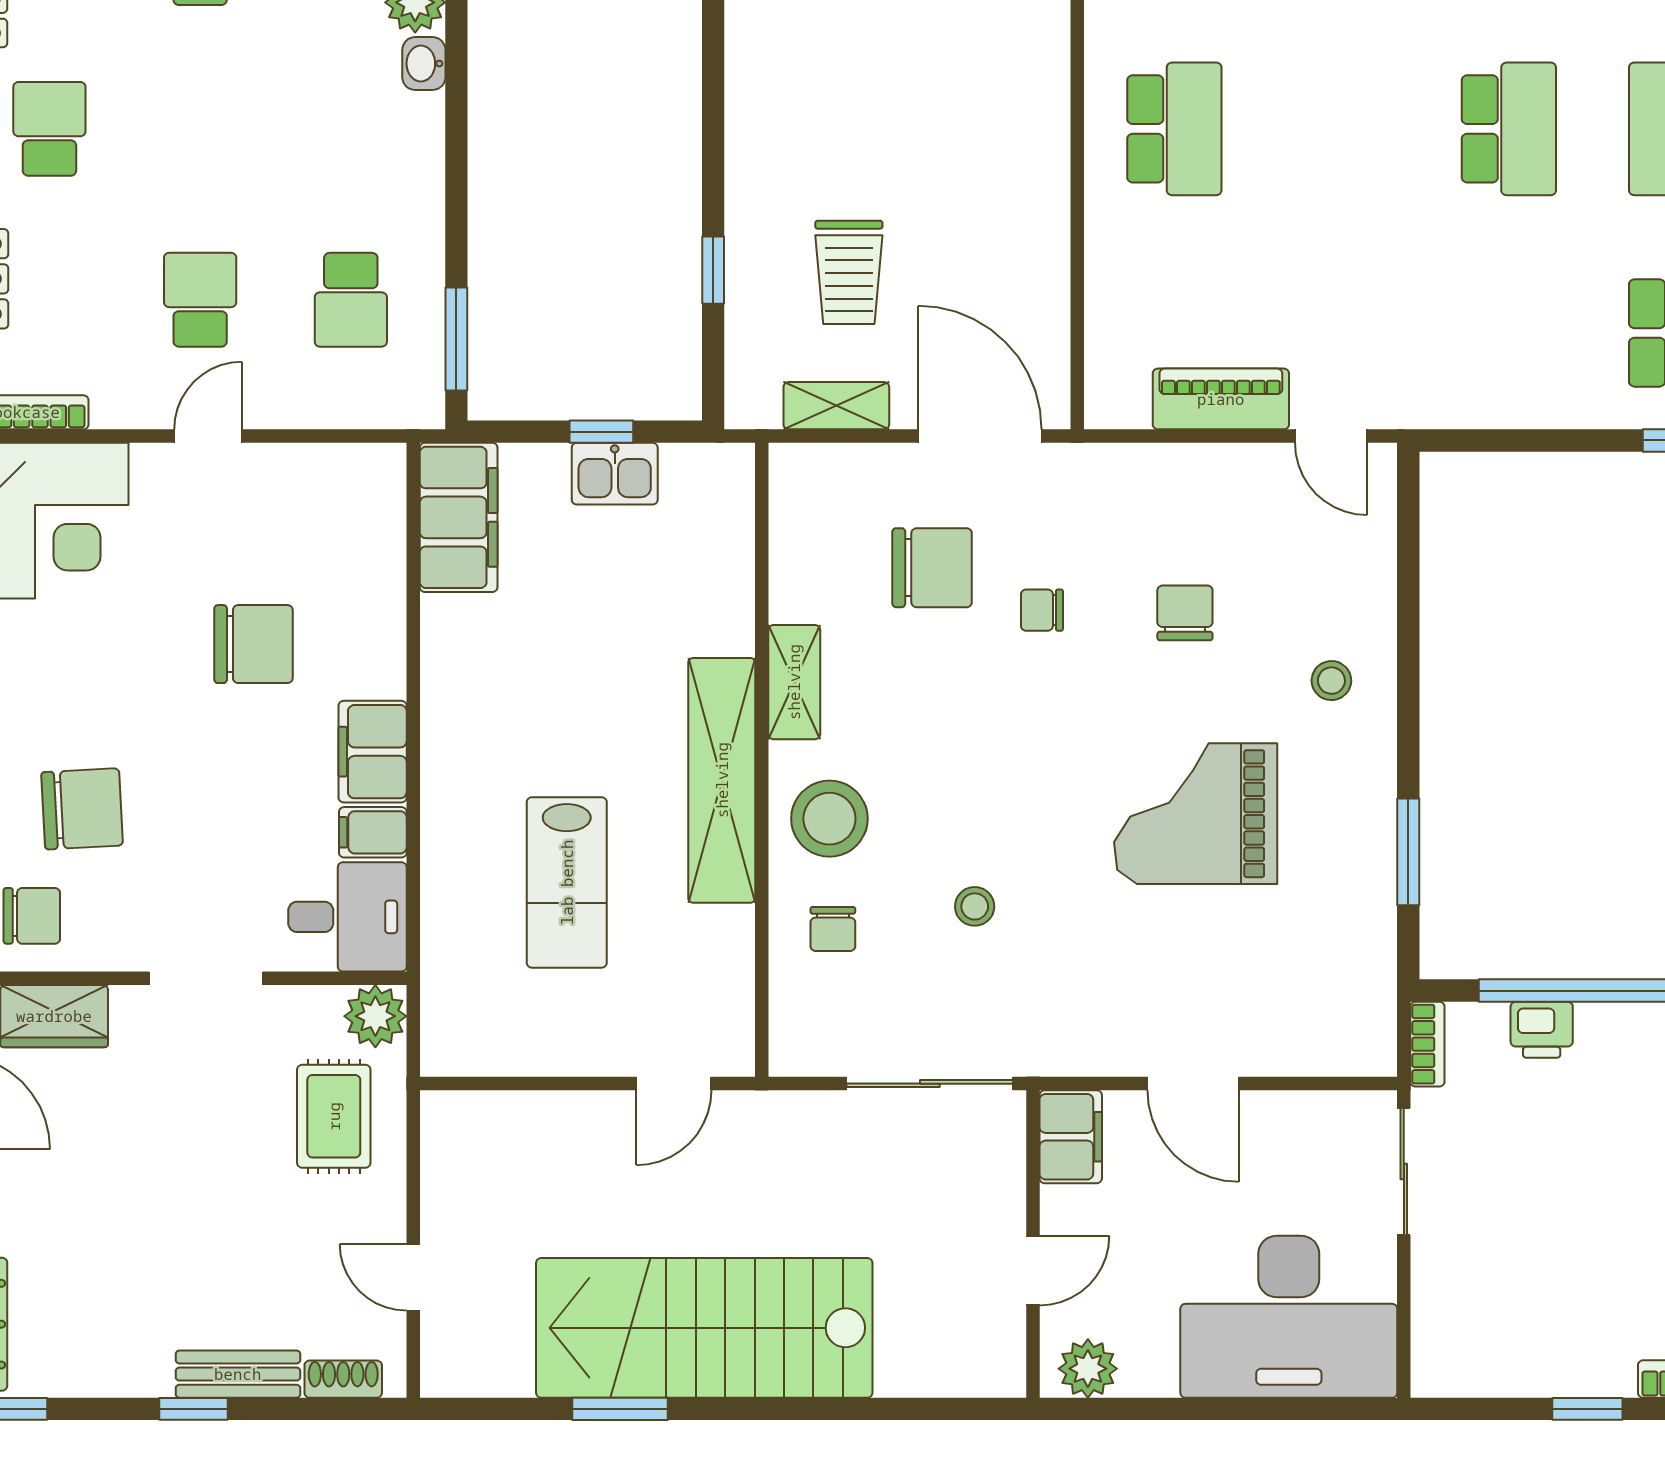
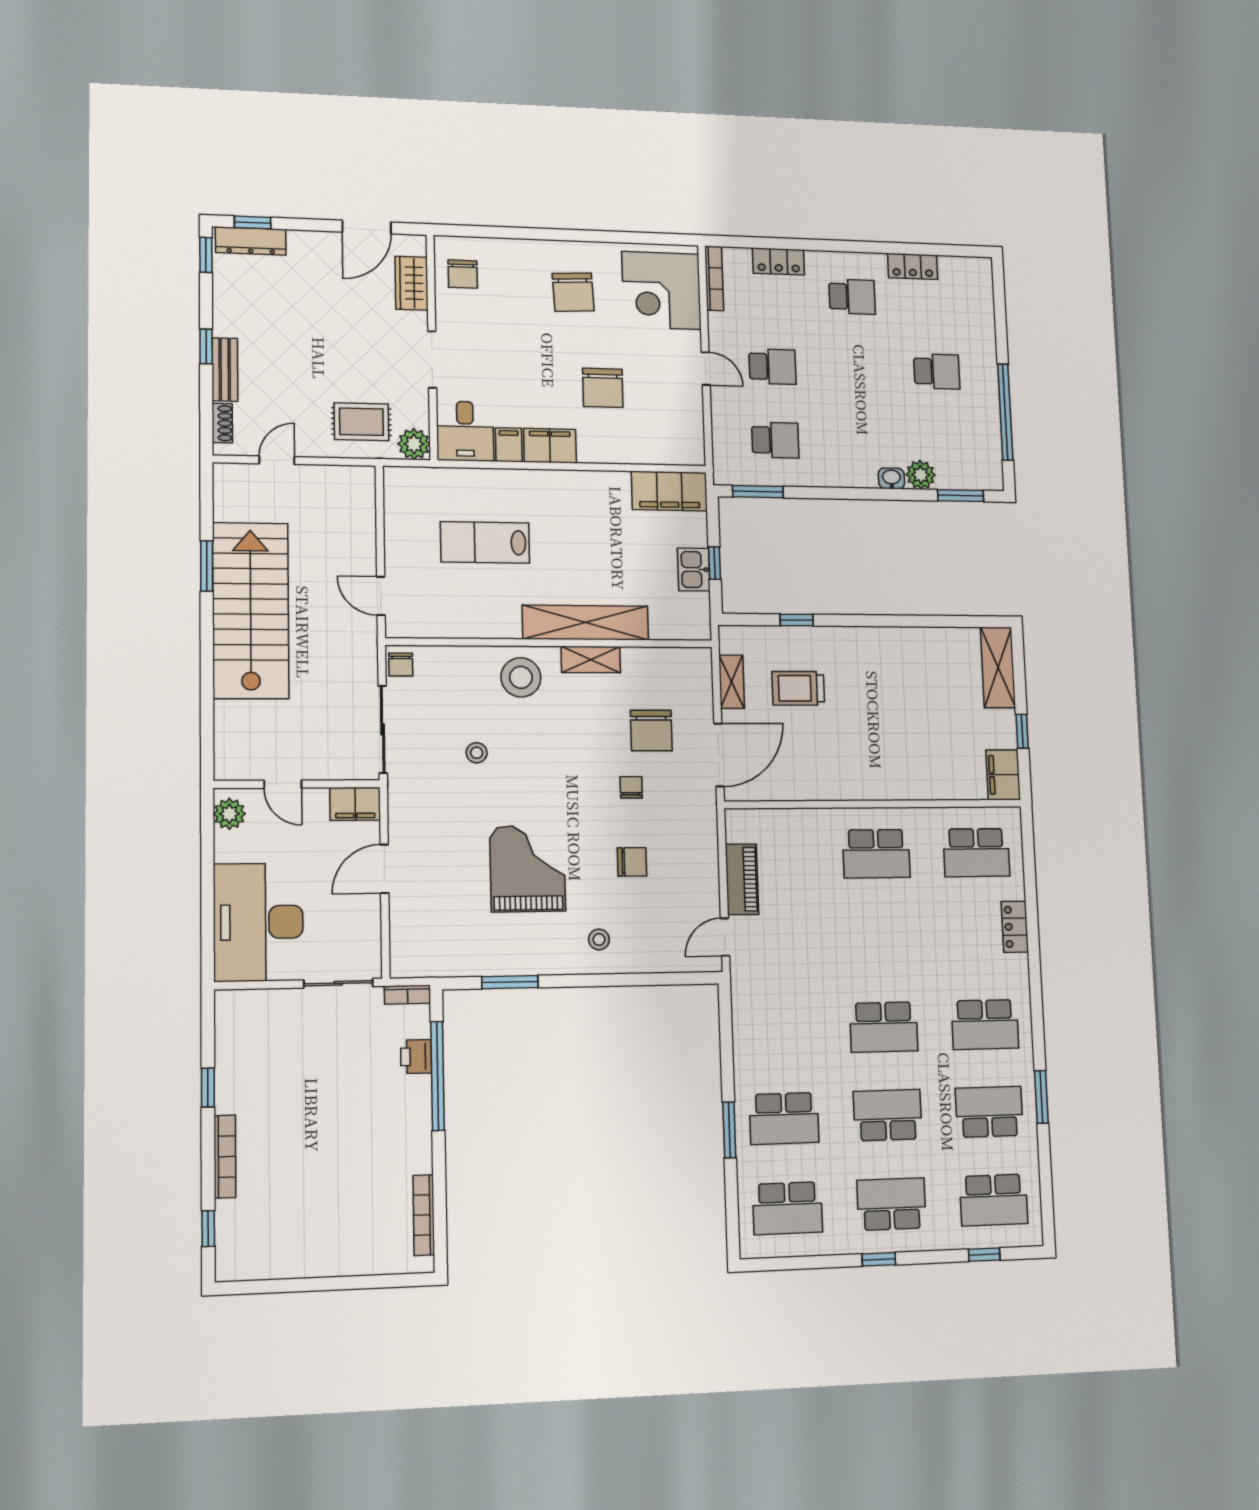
school desk: (351, 300) -> (775, 440), turned 180
shelving: (722, 780) -> (586, 623), moved
chair: (82, 809) -> (573, 292), moved
chair: (833, 929) -> (401, 665), moved, turned -90

